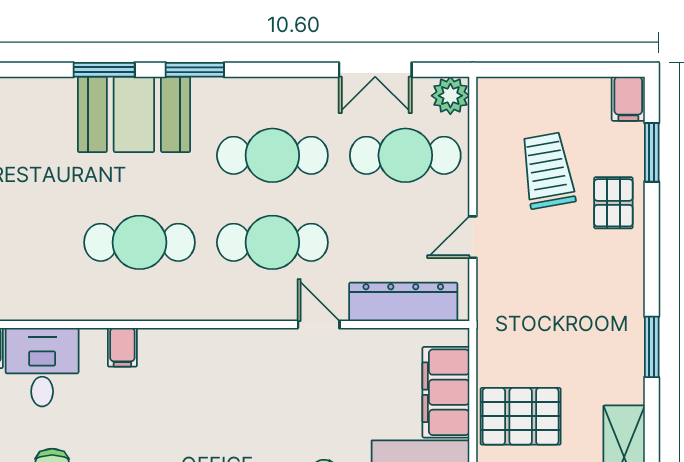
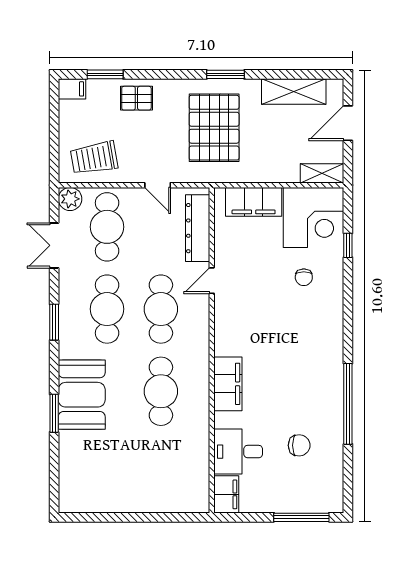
window: (195, 70) -> (54, 322), moved
double door: (375, 70) -> (54, 245), swing flipped
trolley: (548, 171) -> (94, 158), moved
filing cabinet: (122, 347) -> (228, 384), width x3.00, depth x1.17
pallet: (521, 416) -> (214, 128), moved, width x1.37, depth x1.41

